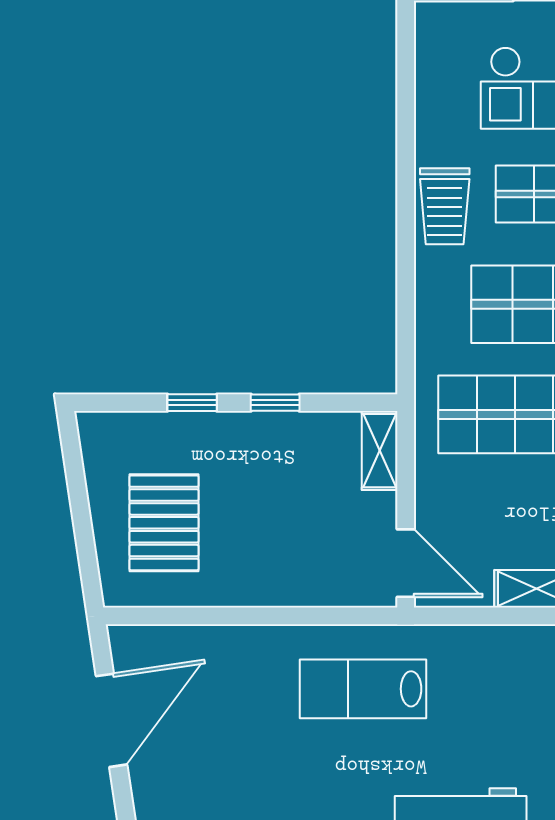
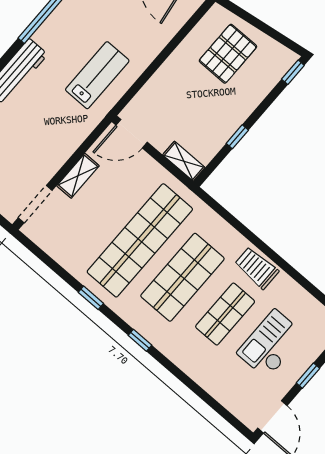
window: (192, 403) -> (293, 72), moved
pallet: (164, 523) -> (228, 54), turned 90

